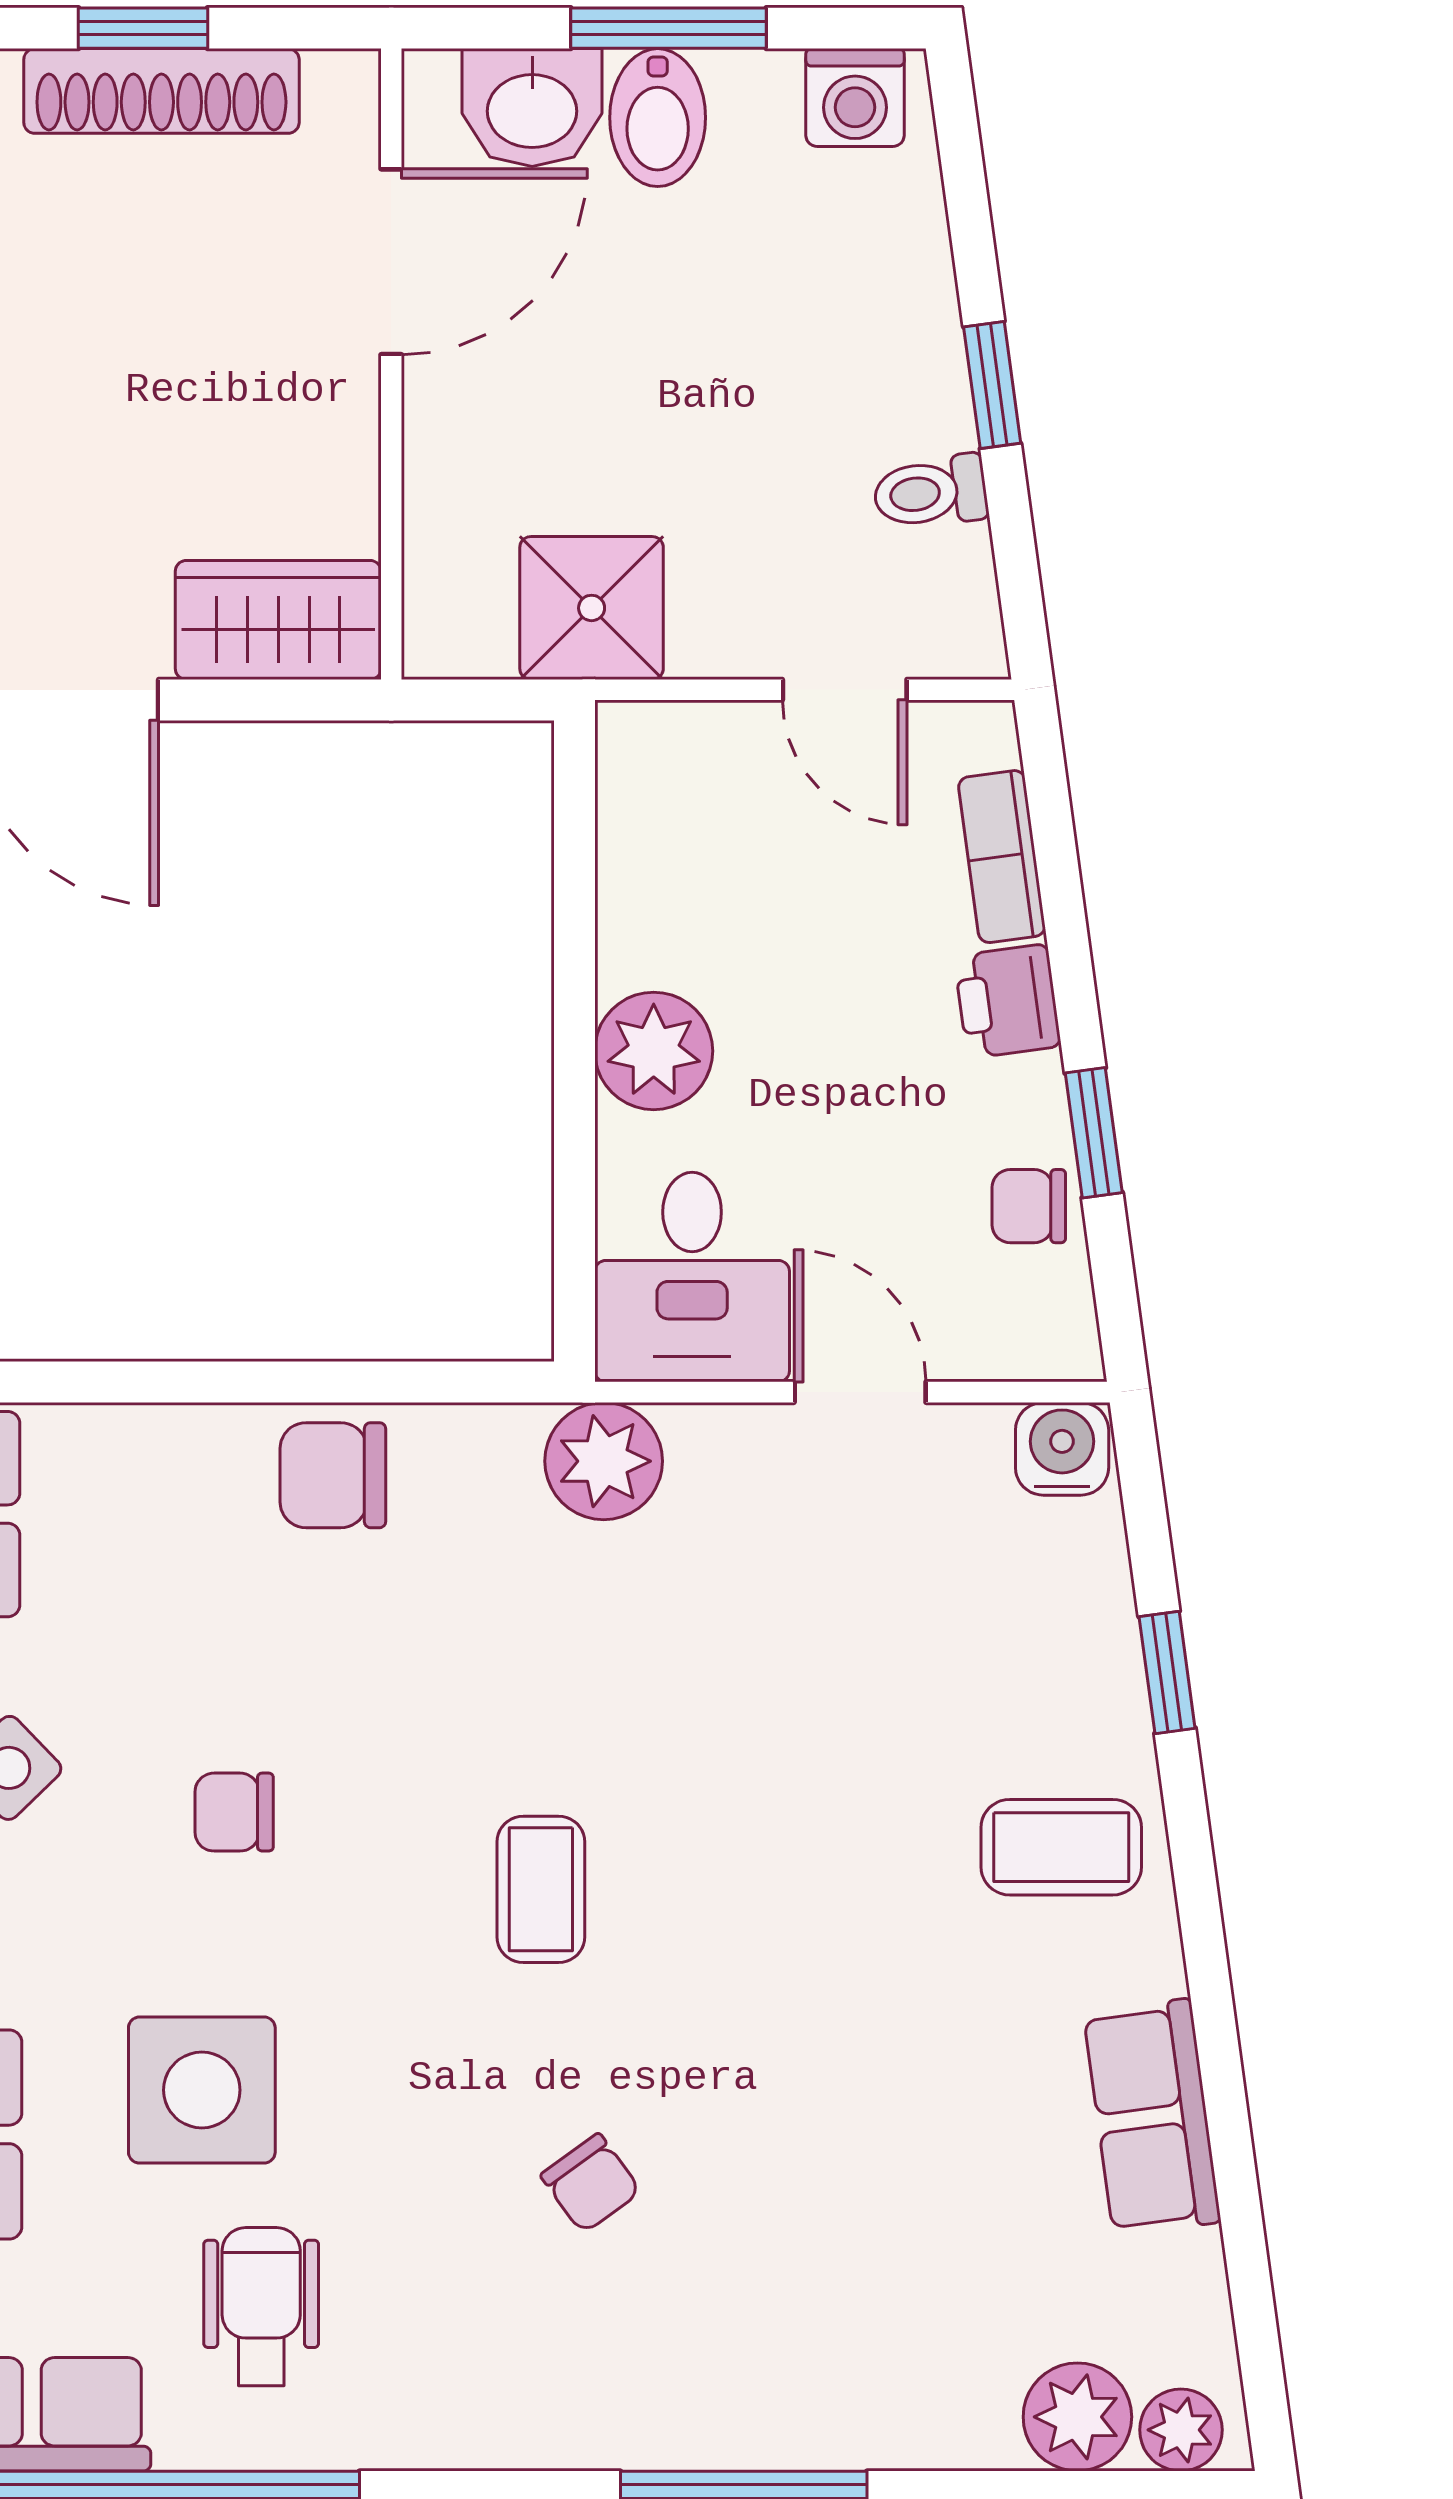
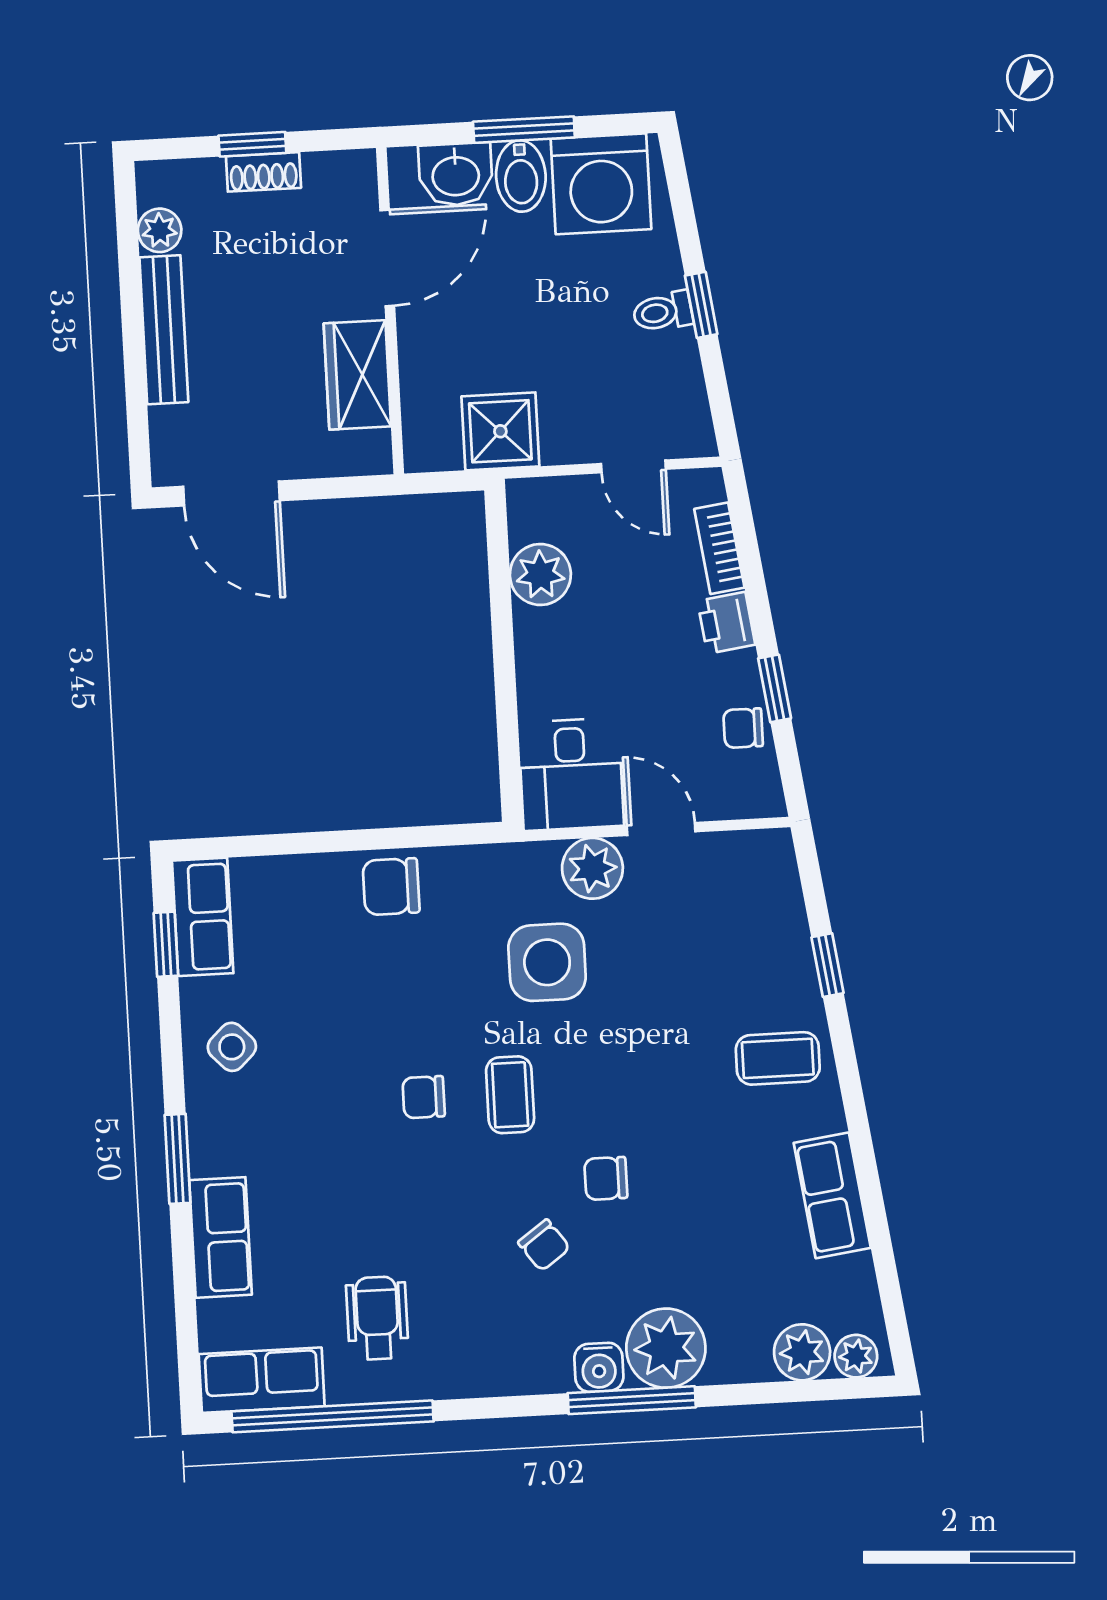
shoe rack: (161, 91) -> (263, 172), width x0.51, depth x0.81
washing machine: (855, 98) -> (601, 184), width x1.89, depth x1.89
toilet: (930, 492) -> (663, 312), moved
wardrobe: (278, 620) -> (357, 375), moved, turned -90
plant: (654, 1051) -> (540, 575), moved
water cooler: (1062, 1449) -> (599, 1367), moved, turned 180
plant: (604, 1461) -> (592, 868), moved
chair: (234, 1812) -> (424, 1097), moved
chair: (717, 2061) -> (606, 1178), added
side table: (202, 2090) -> (547, 962), moved
plant: (815, 2395) -> (666, 1348), added

